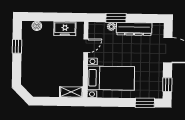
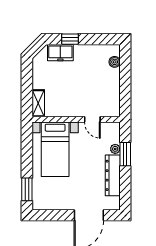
freezer: (65, 29) -> (60, 53), moved, turned -90
window: (17, 46) -> (70, 39), moved
window: (167, 85) -> (48, 215), removed

